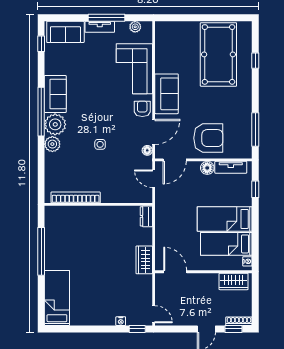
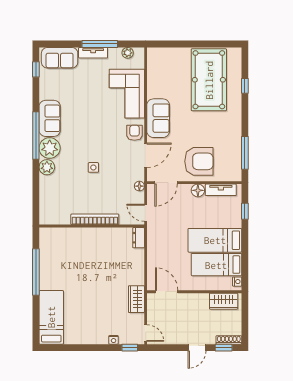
floor lamp: (147, 150) -> (139, 186), moved
door: (154, 179) -> (146, 213), moved
bookcase: (76, 197) -> (95, 219), moved
wardrobe: (144, 260) -> (136, 299), moved

